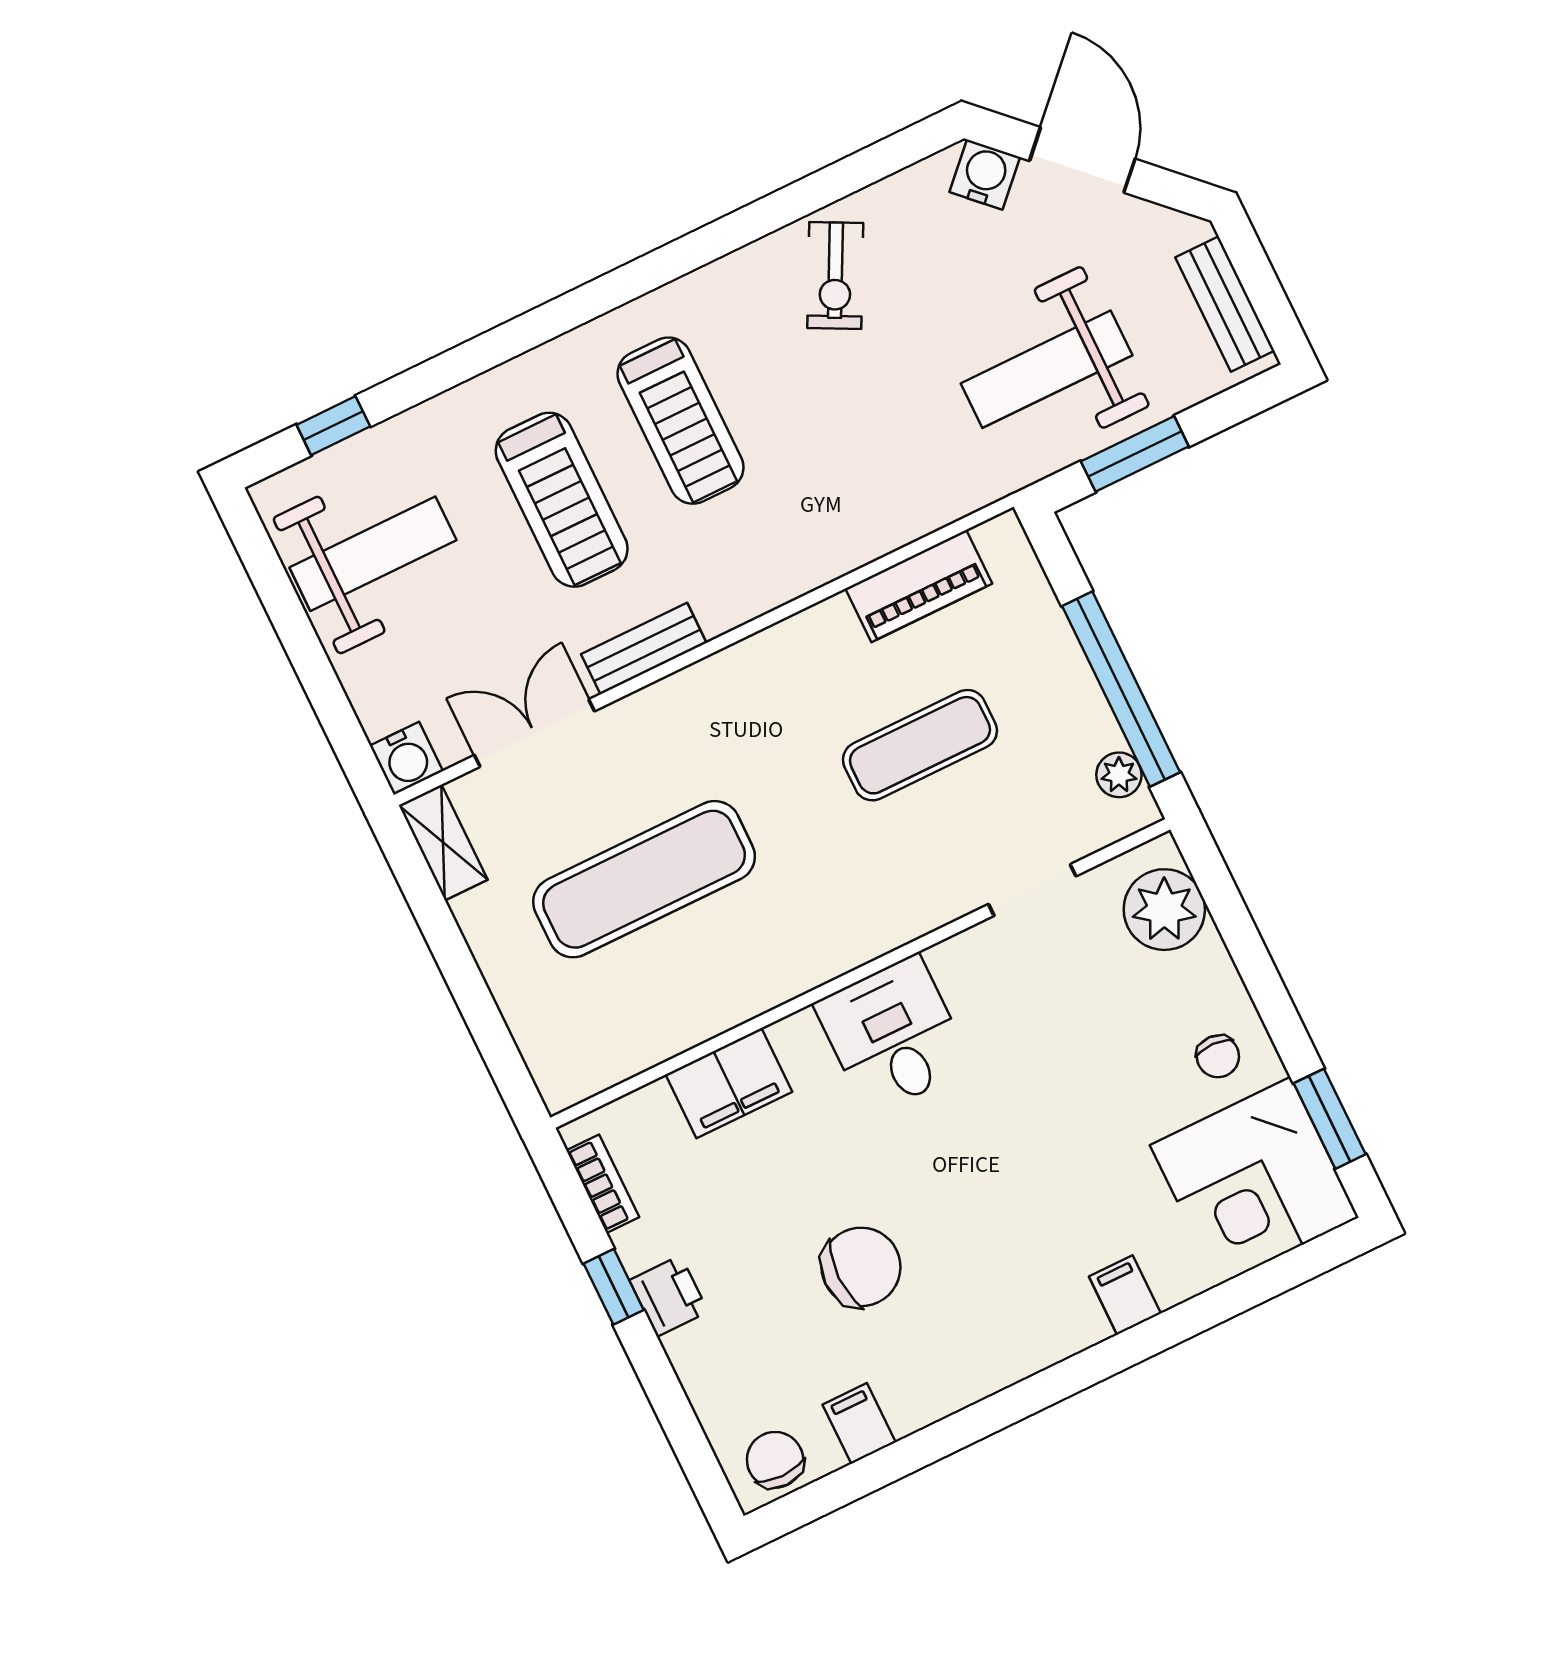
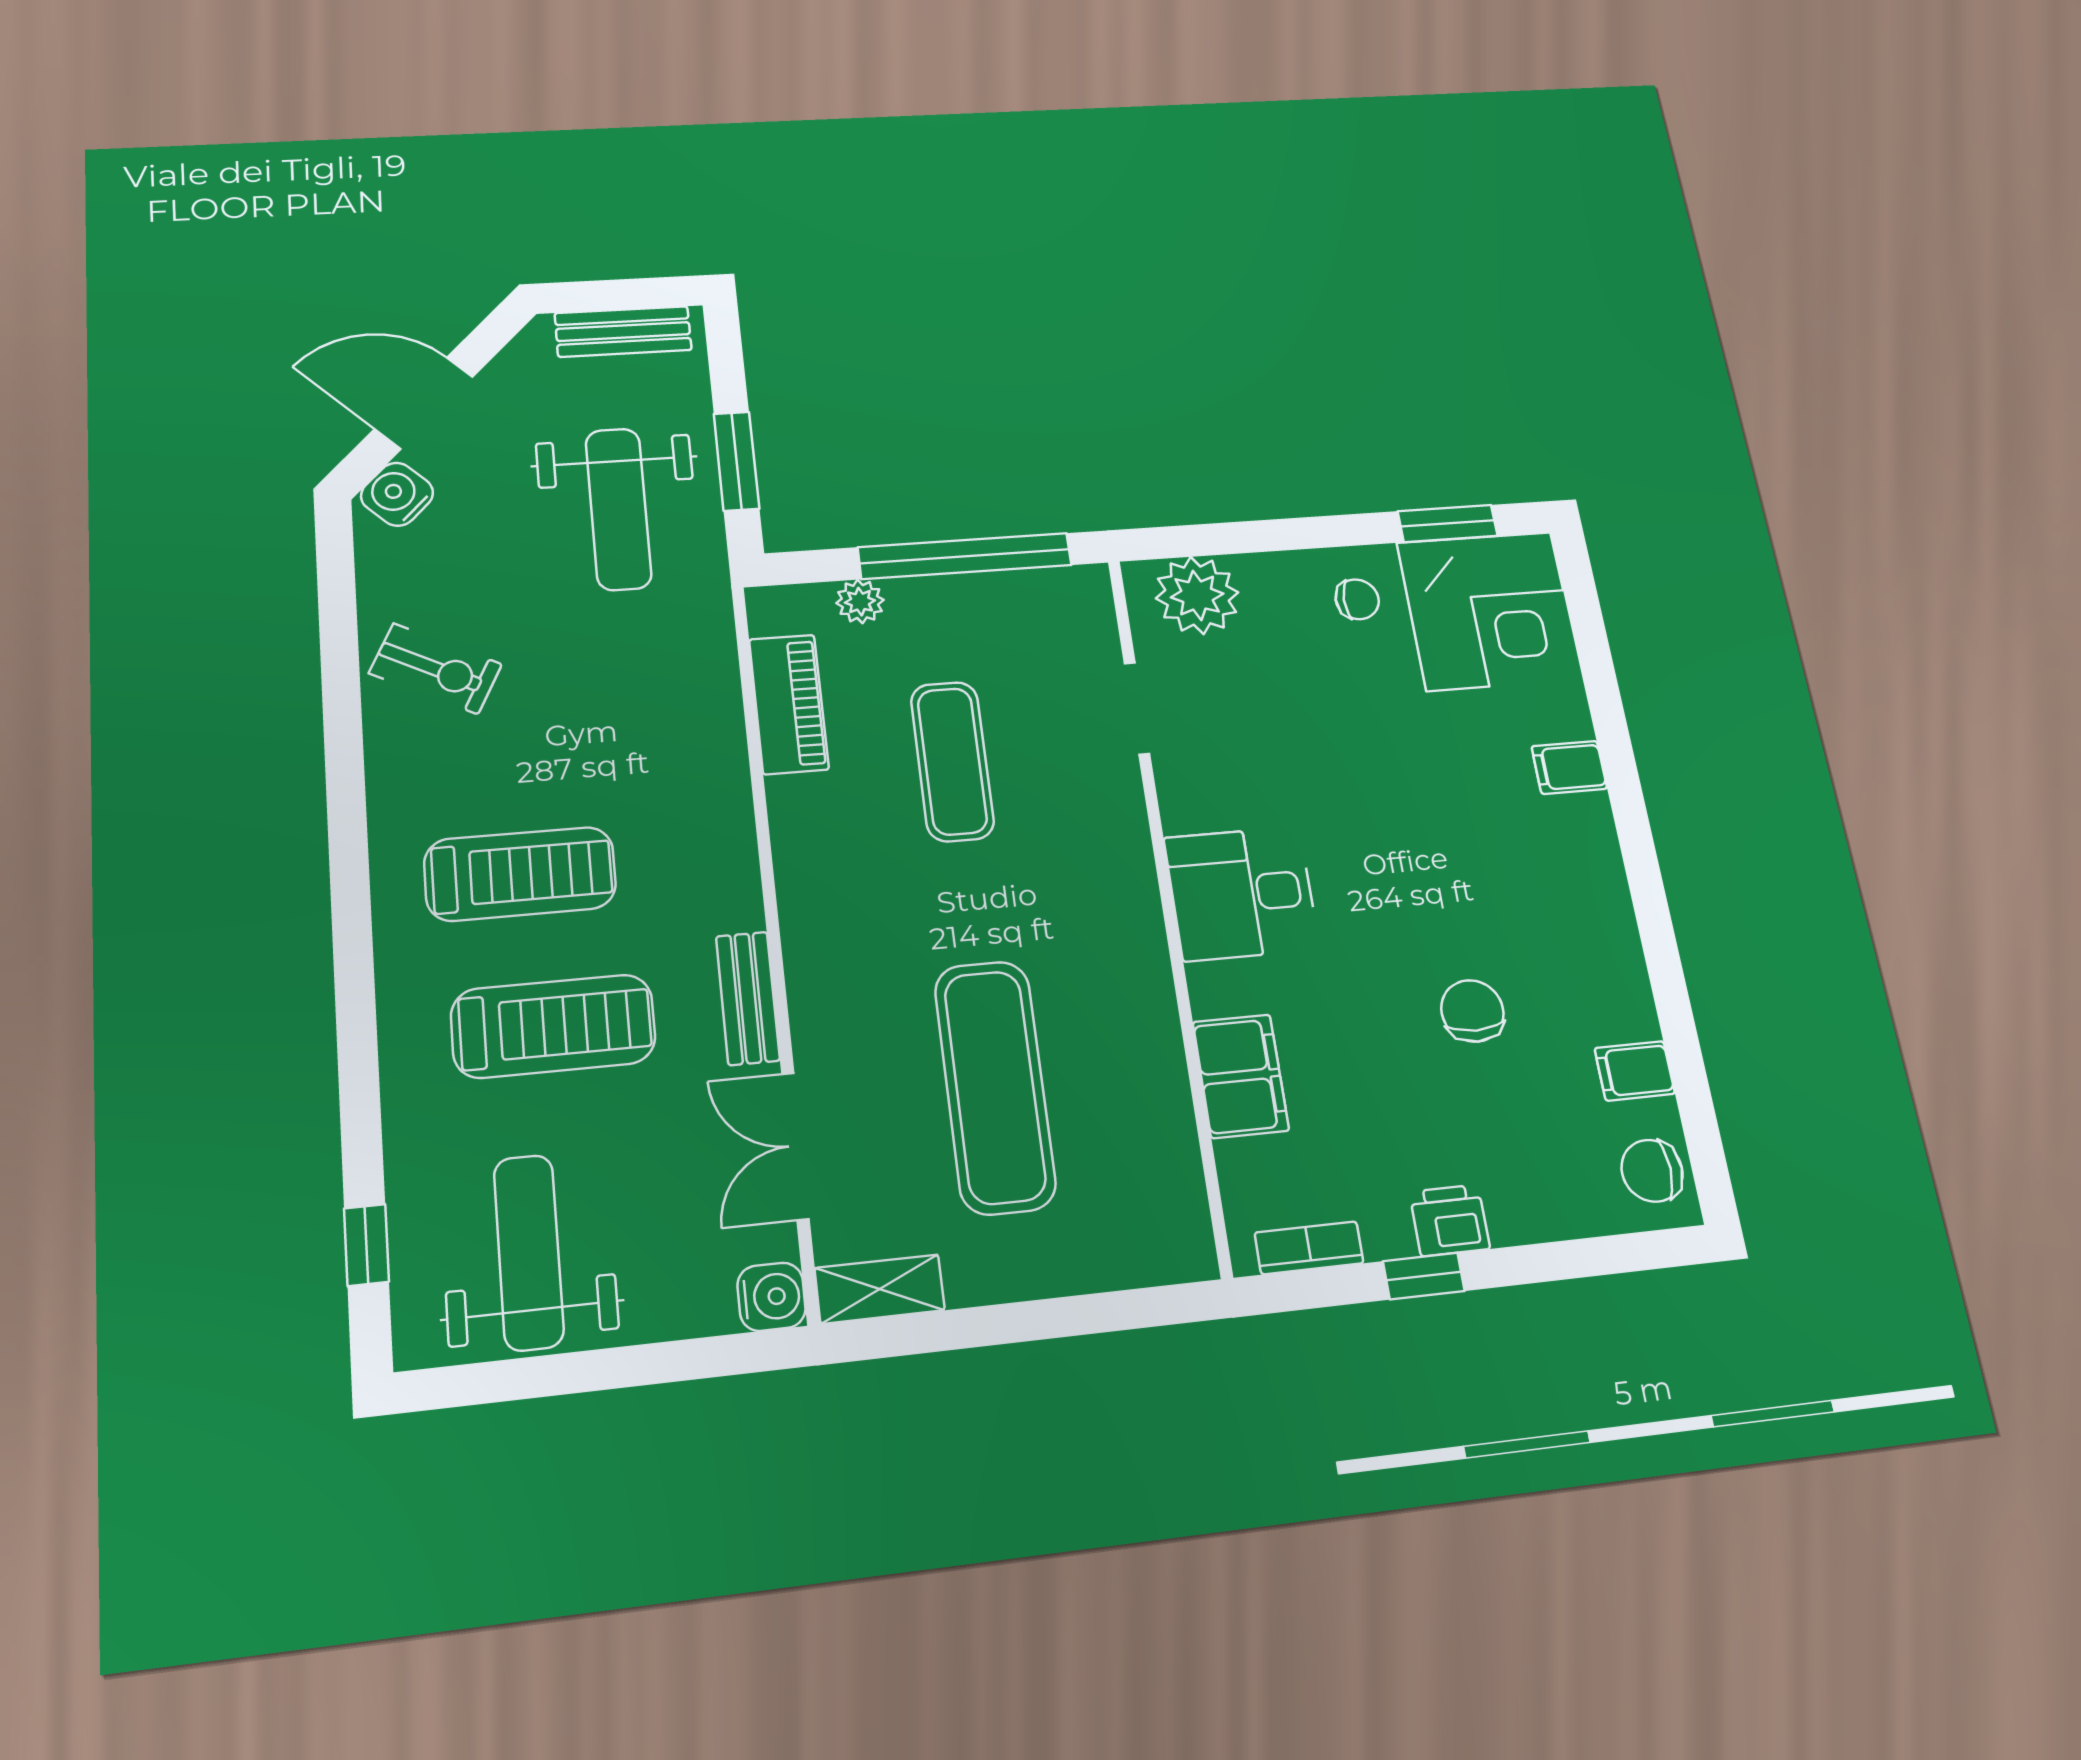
plant: (1119, 775) -> (860, 602), moved
chair: (861, 1267) -> (1472, 1011), width x0.73, depth x0.73

